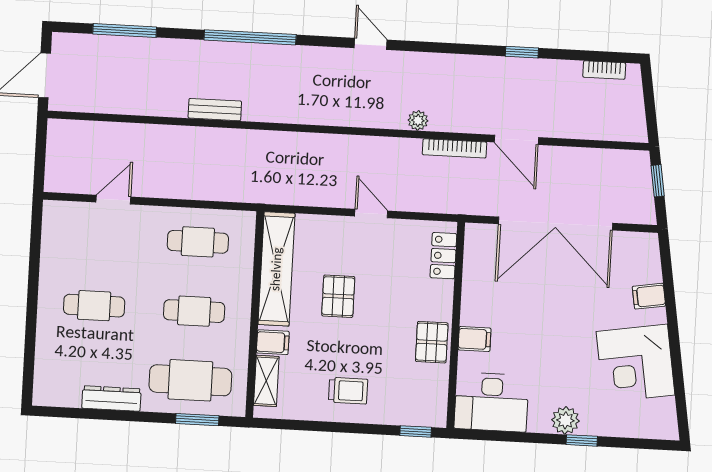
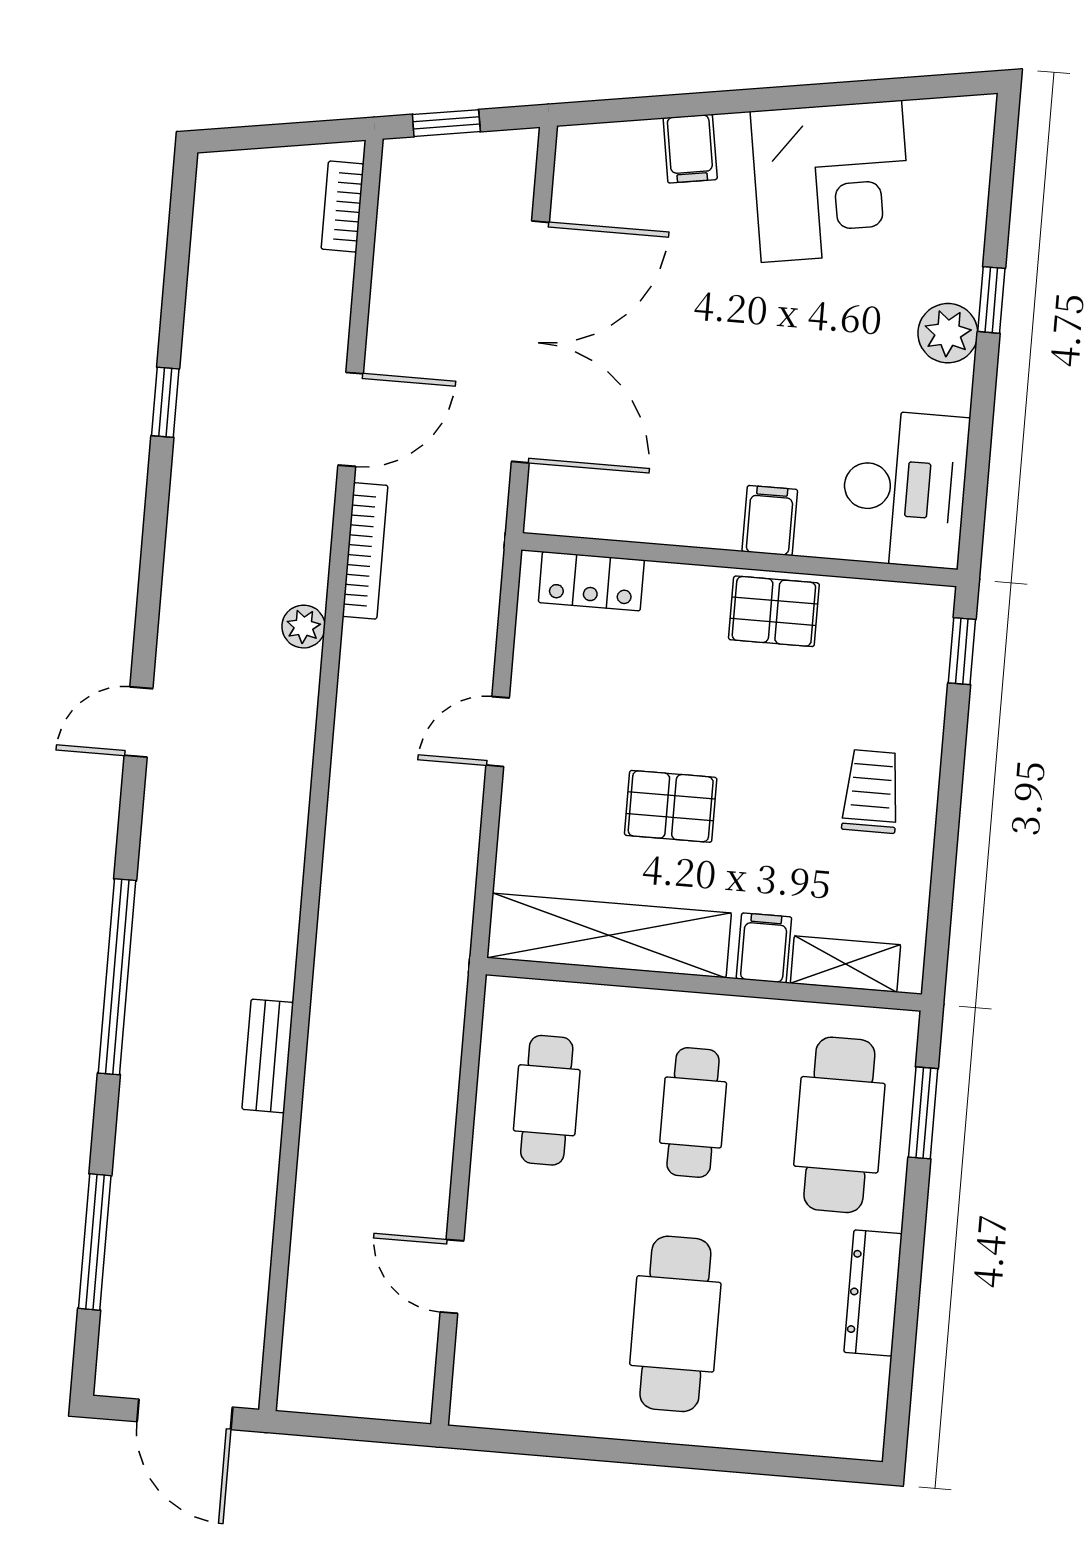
bookcase: (604, 70) -> (343, 207), moved, turned 180
cafe table: (94, 306) -> (675, 1324), width x1.37, depth x1.35

